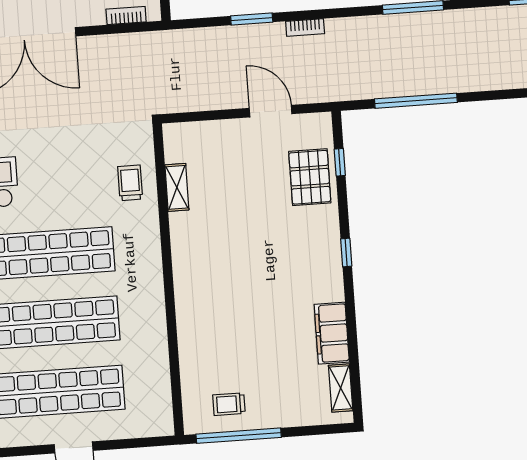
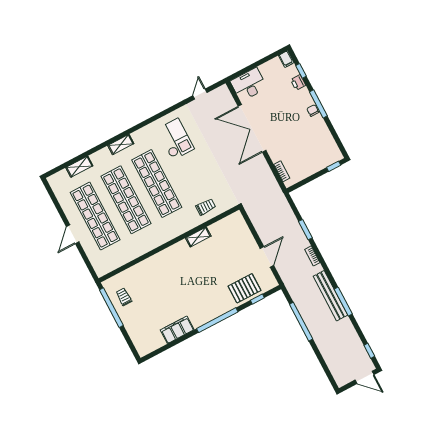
bench: (392, 26) -> (330, 296), added
shelving: (177, 187) -> (198, 237), moved
window: (346, 253) -> (217, 320), width x3.17
shelving: (341, 388) -> (154, 345), removed

